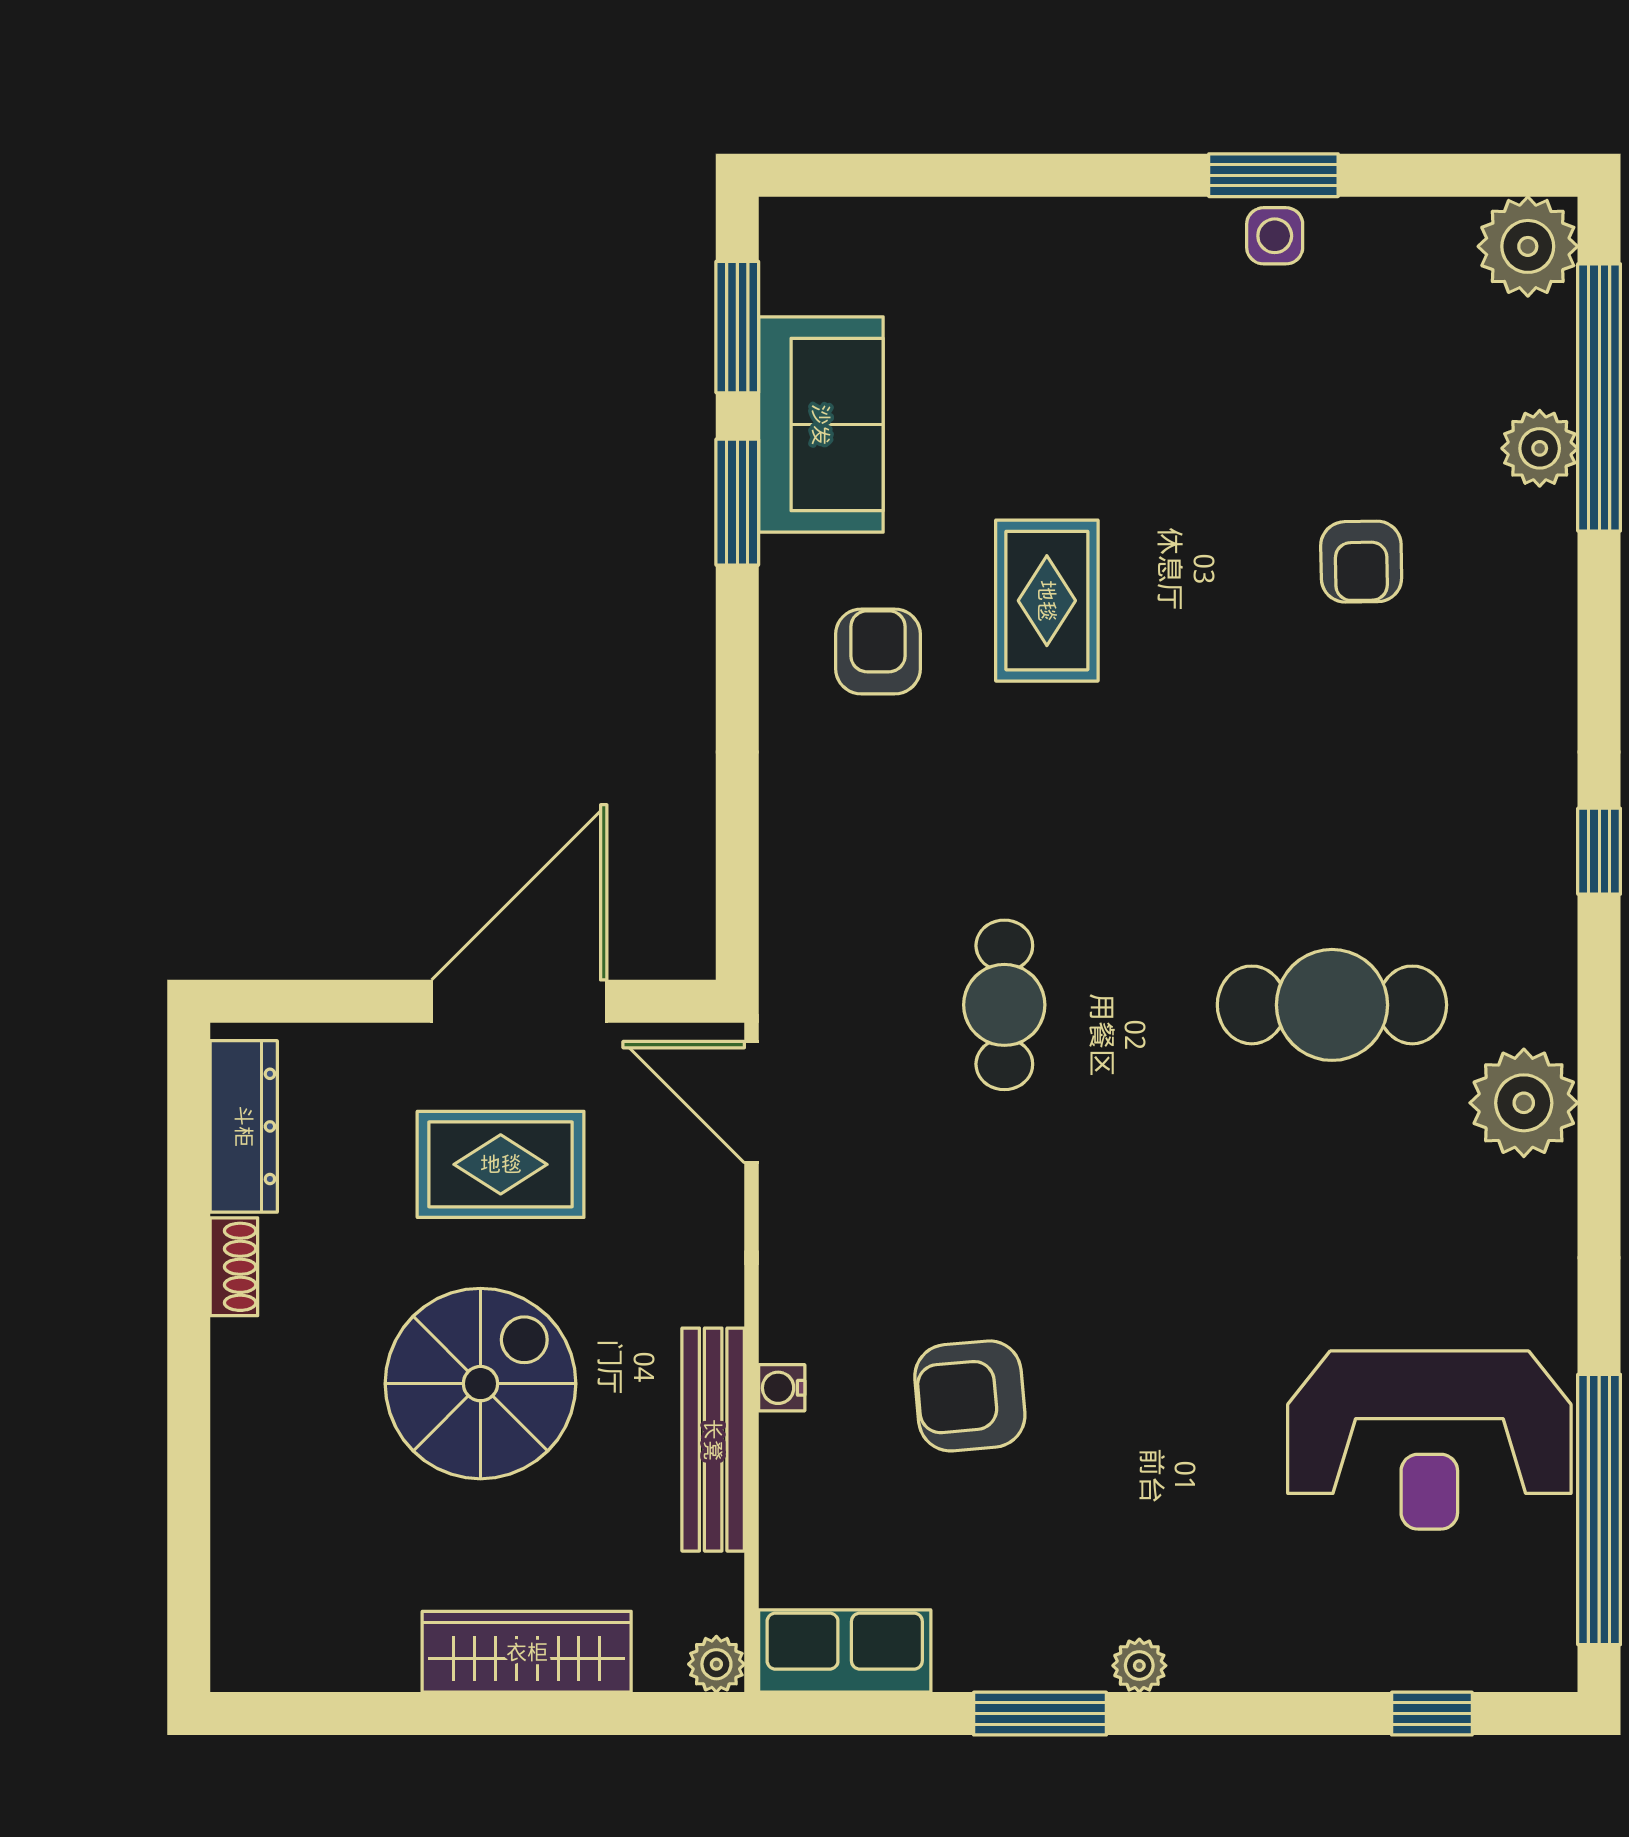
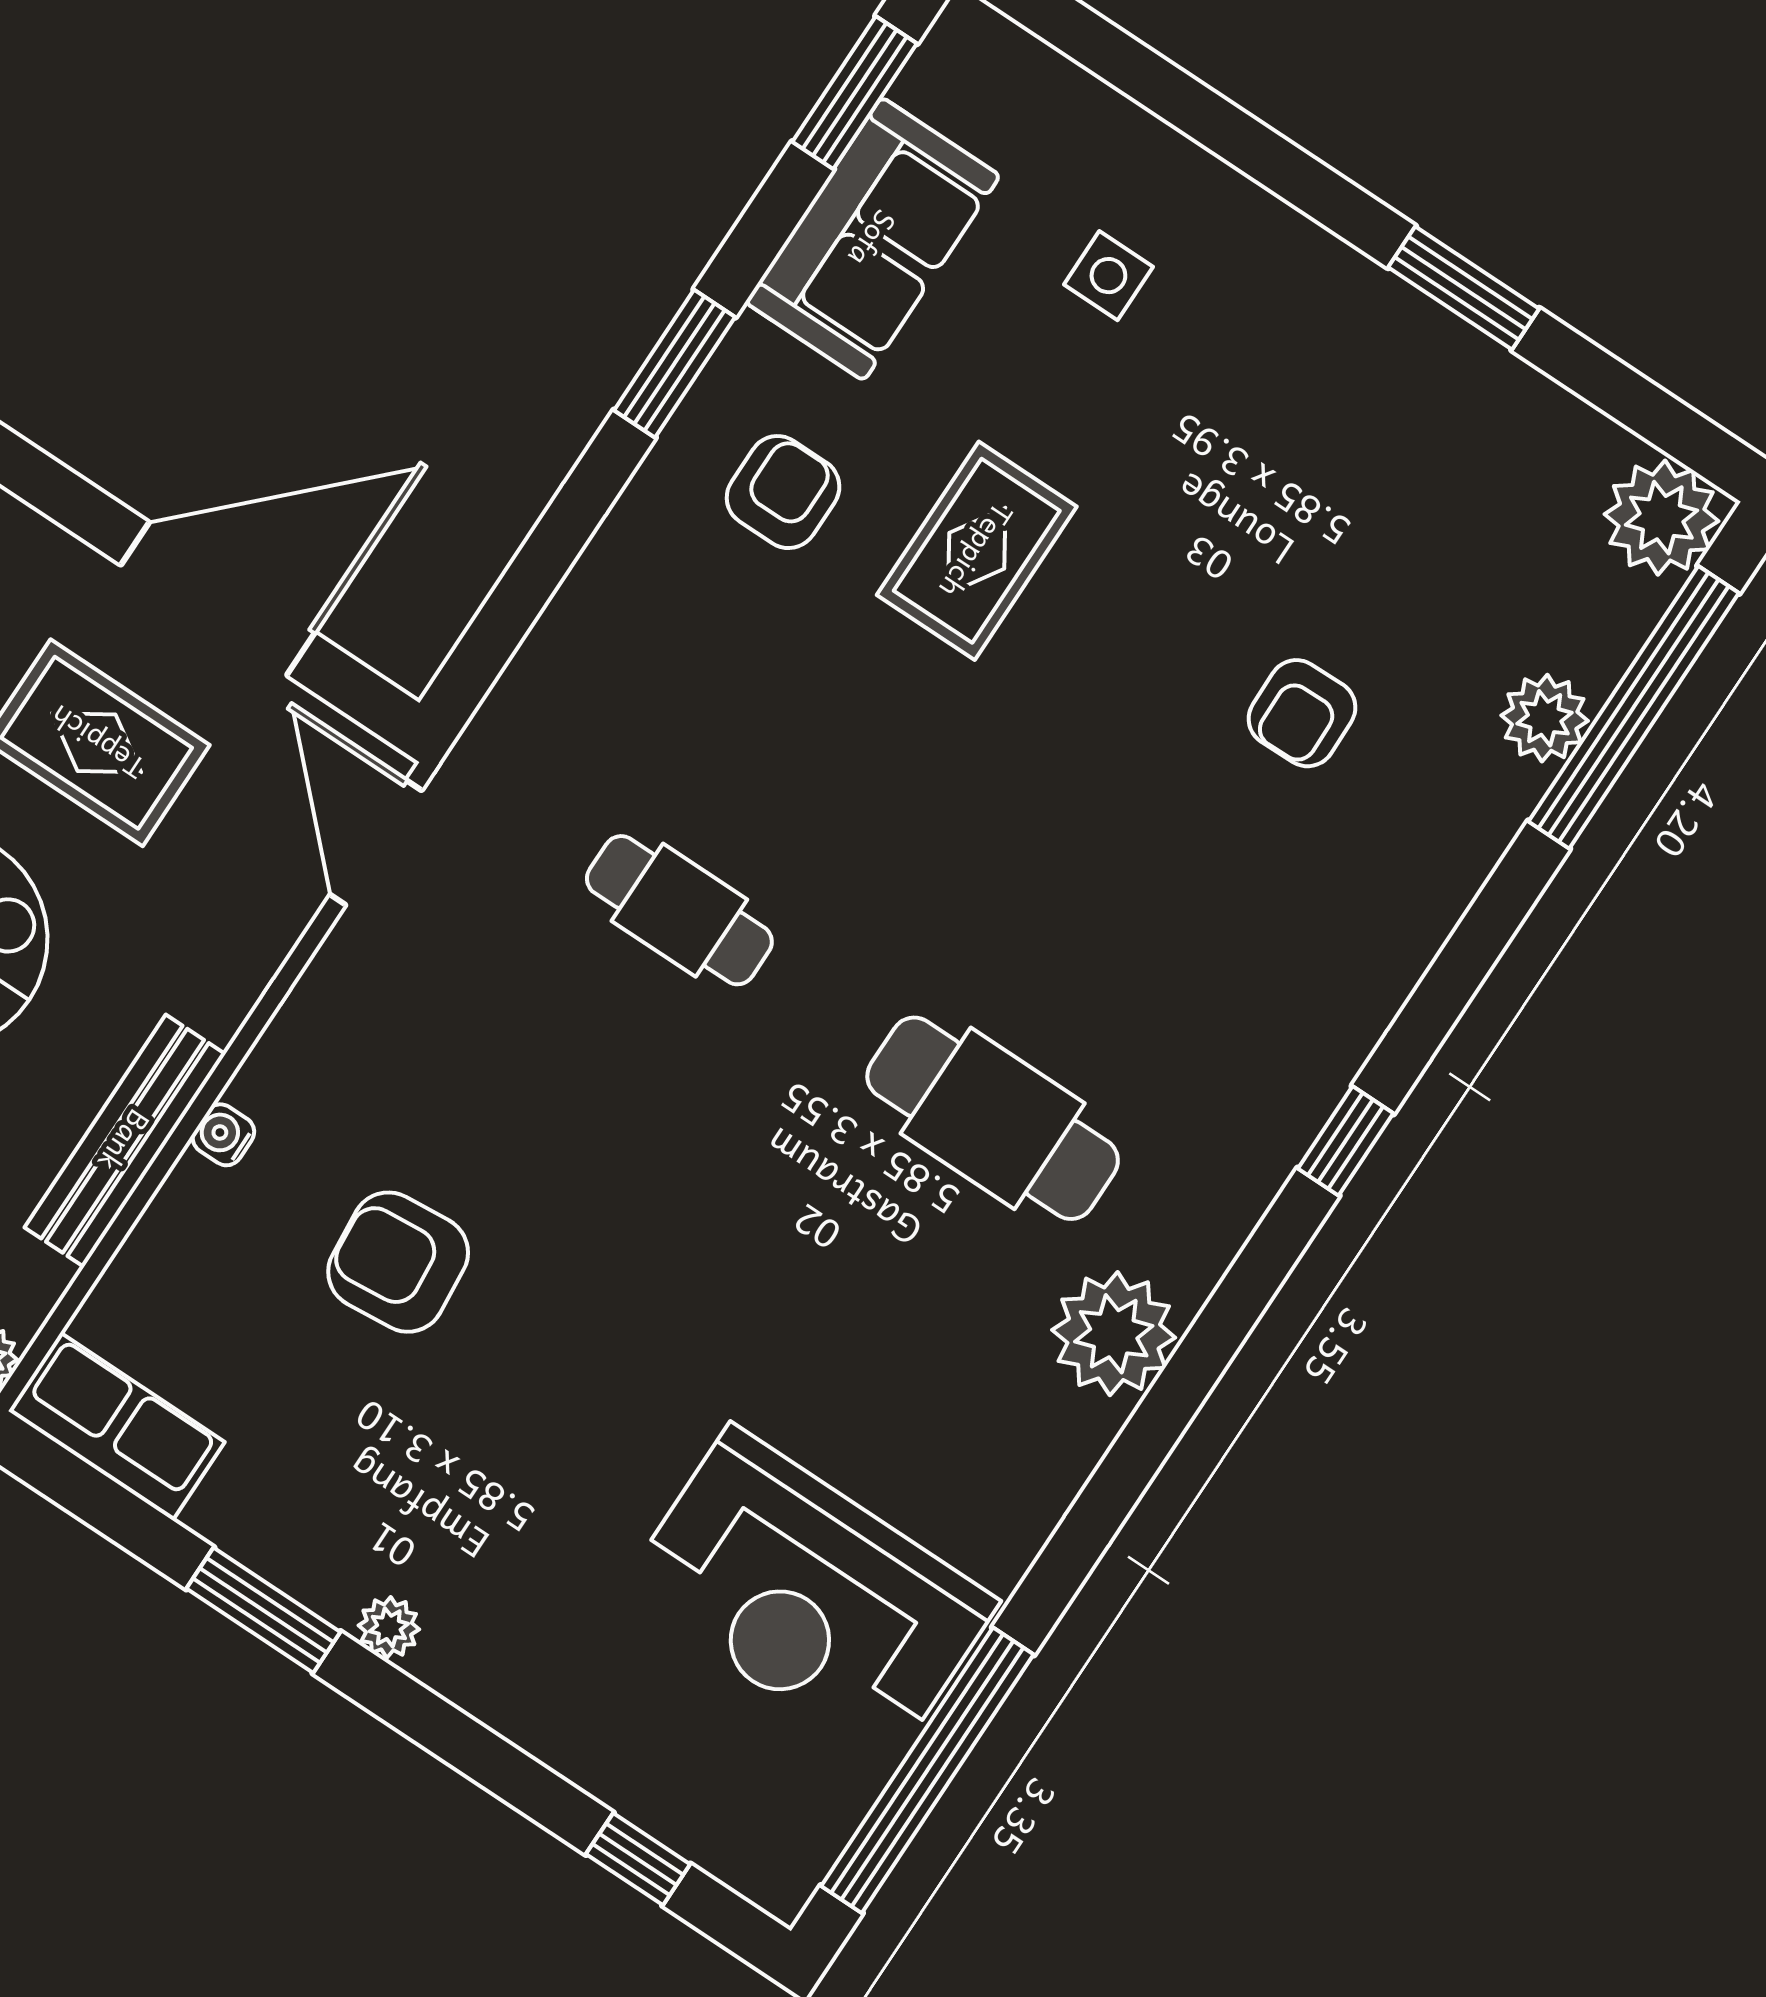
side table: (1275, 236) -> (1108, 276), moved
window: (737, 502) -> (675, 364), moved
cafe table: (1004, 1005) -> (679, 910), turned 90

